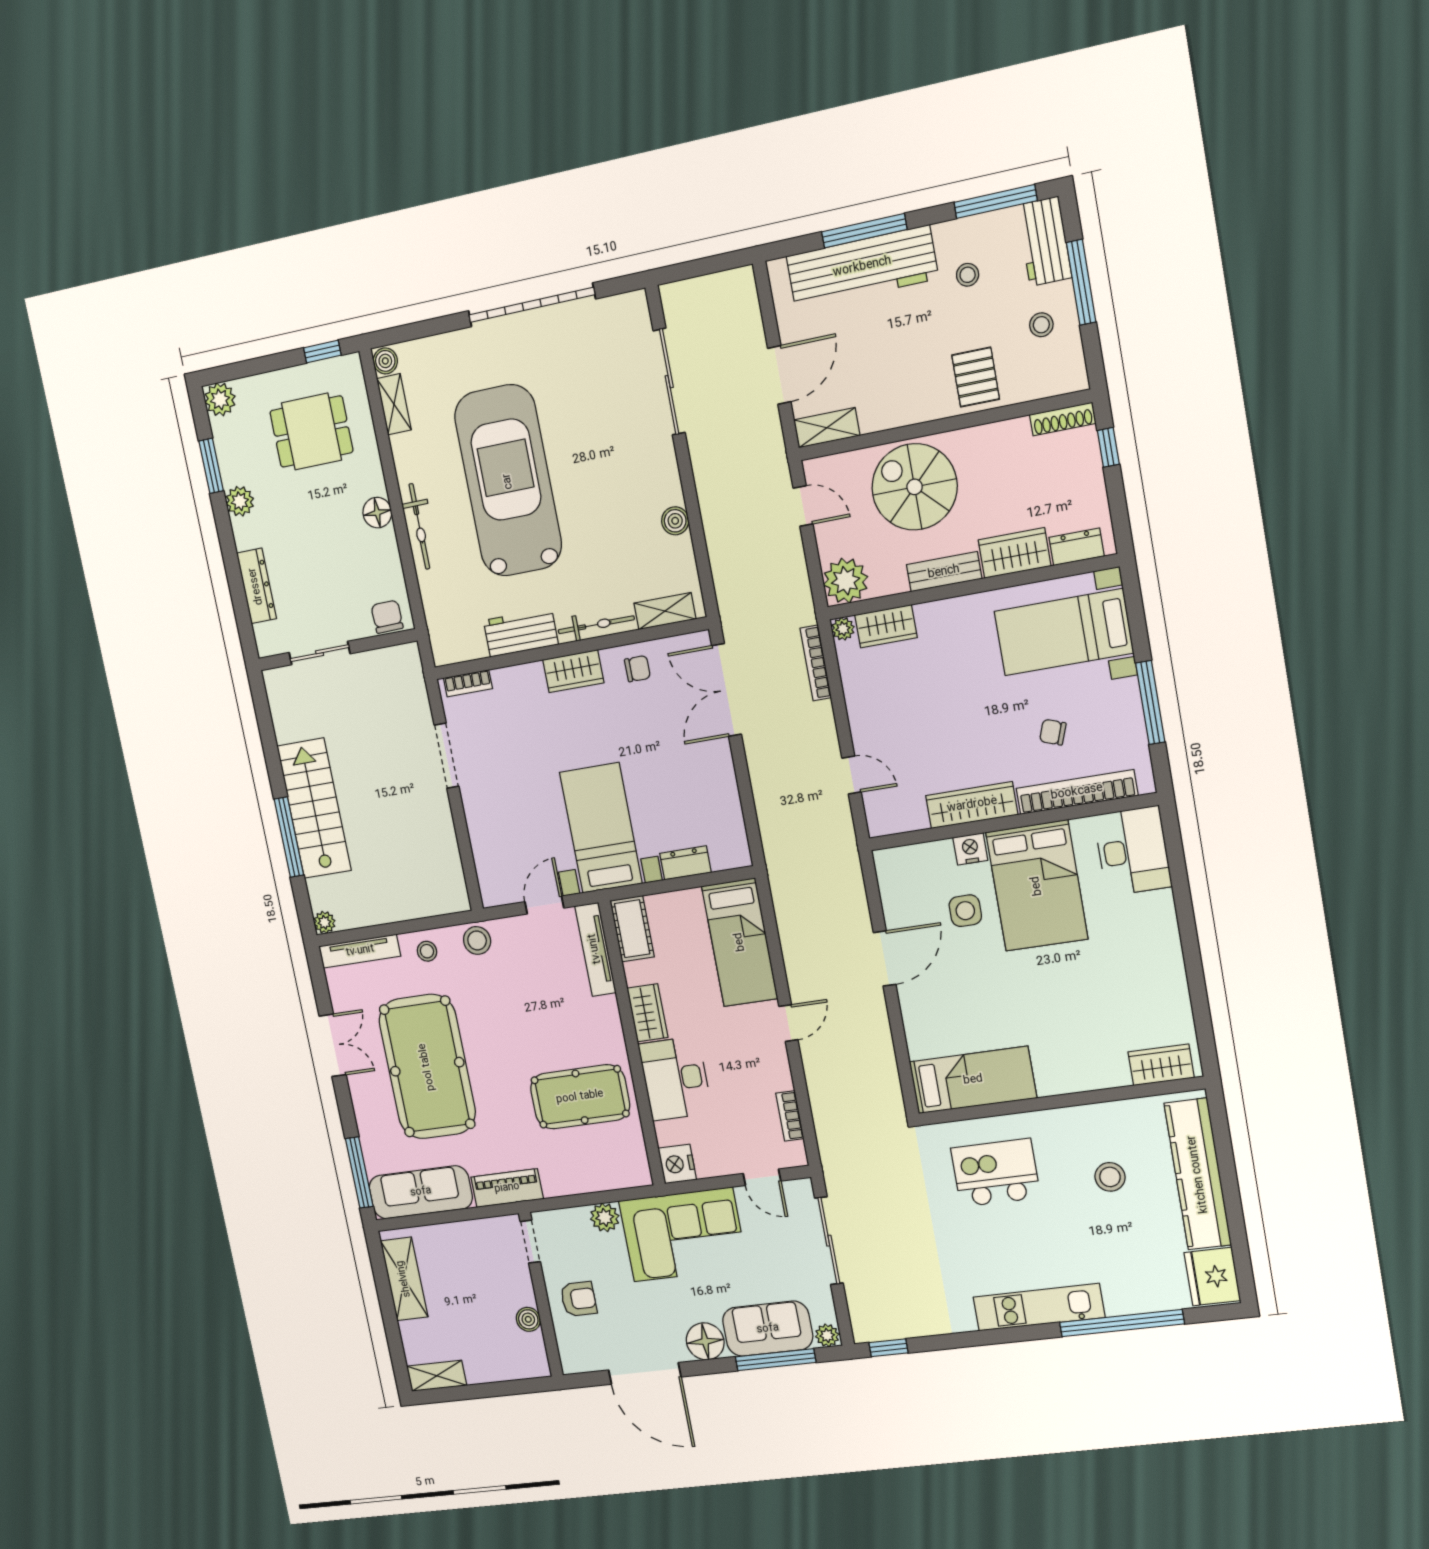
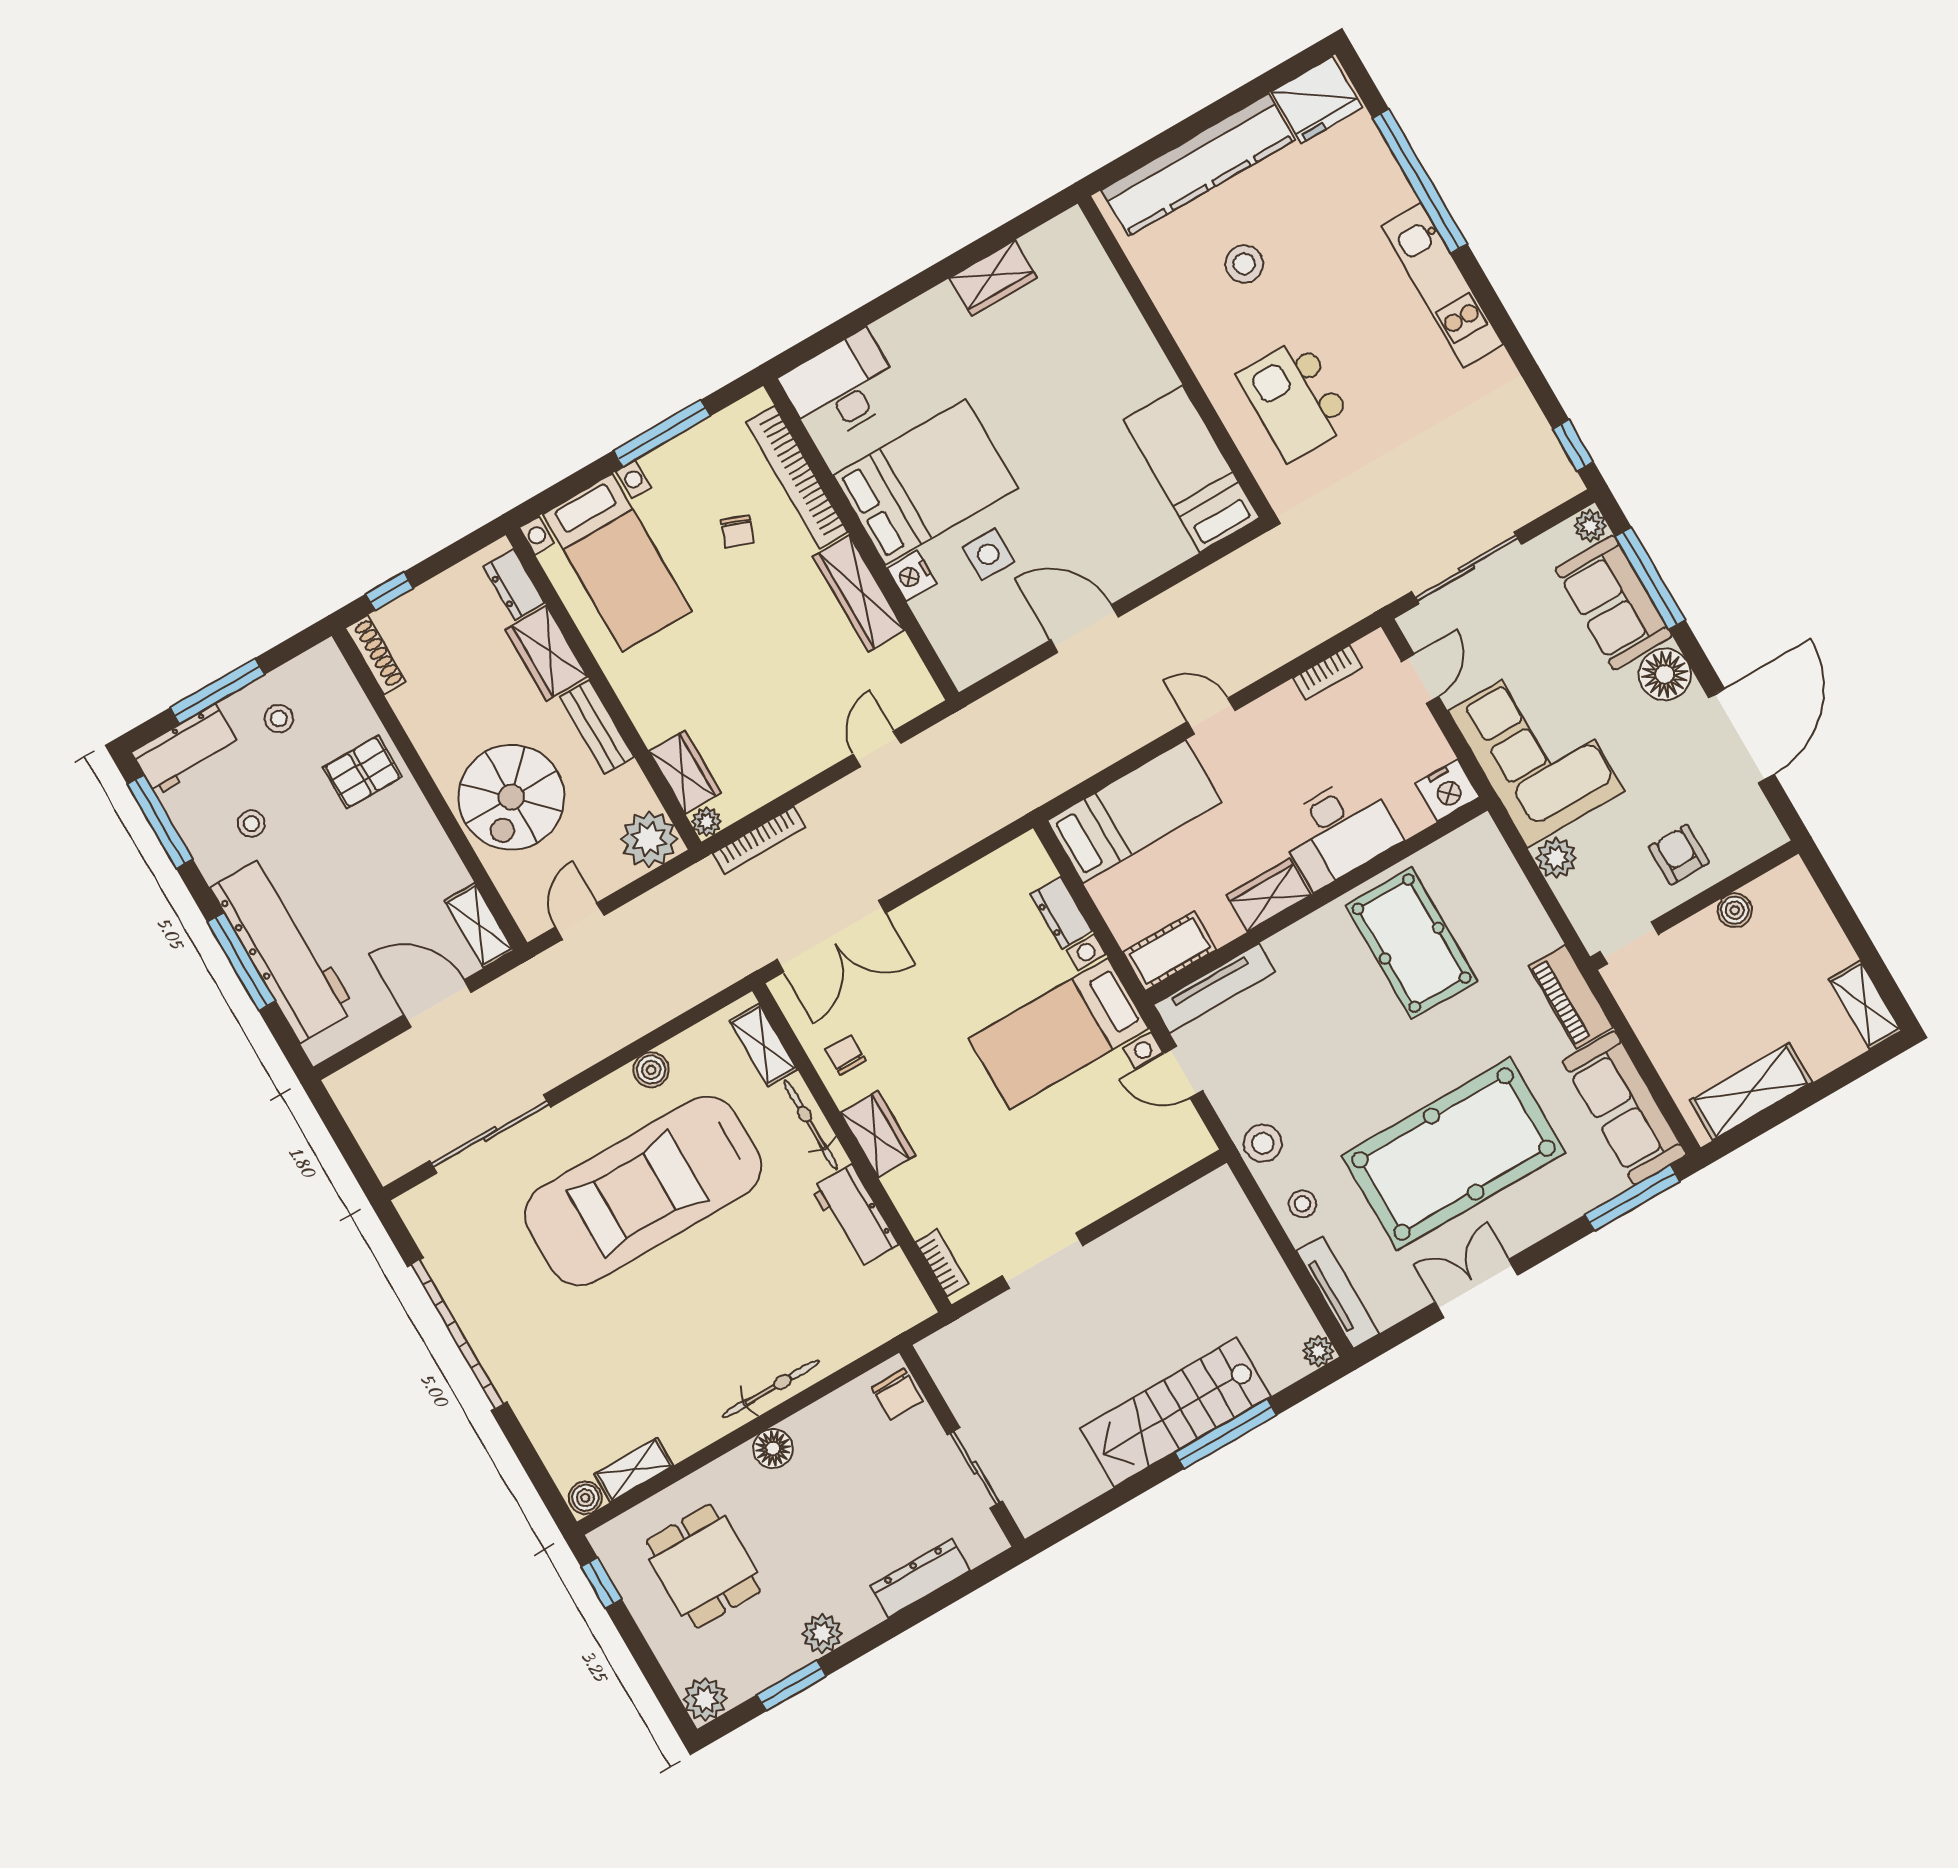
car: (508, 481) -> (643, 1191), moved
chair: (387, 617) -> (897, 1394), turned -89
wardrobe: (1161, 1065) -> (993, 278), moved, turned -90

